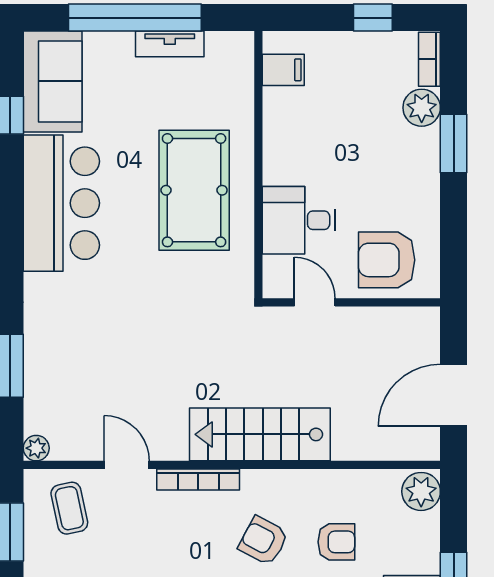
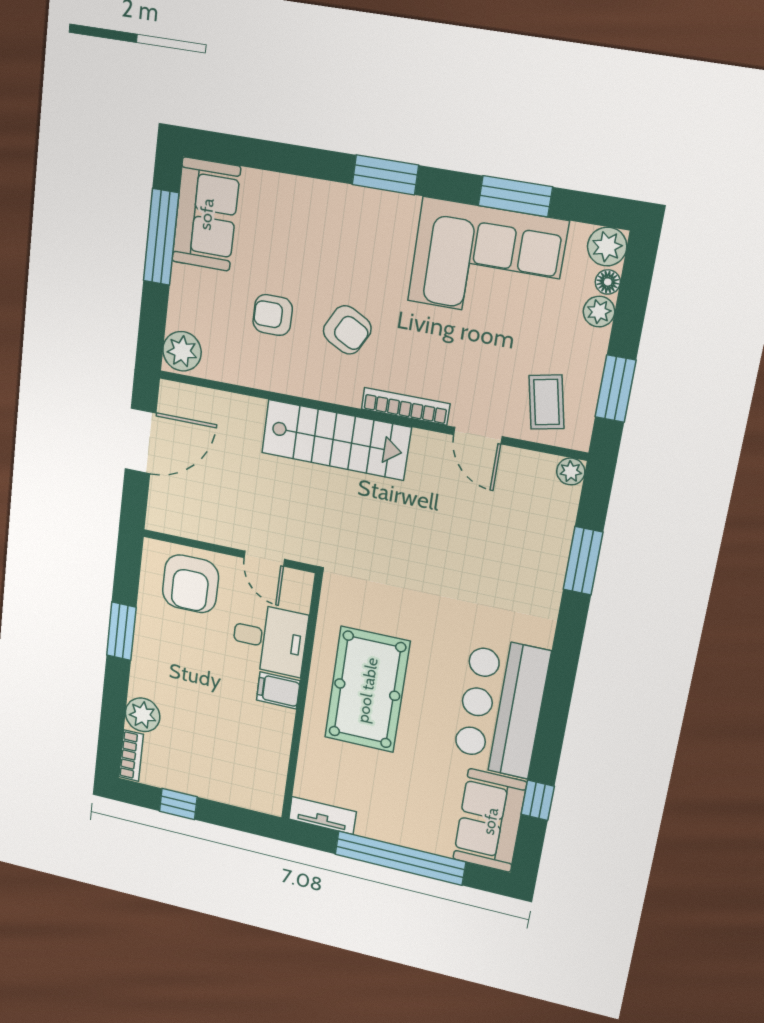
tv unit: (170, 44) -> (322, 815), moved
filing cabinet: (283, 70) -> (278, 690), moved
window: (454, 143) -> (121, 631), moved
armchair: (387, 260) -> (190, 584), turned 90

